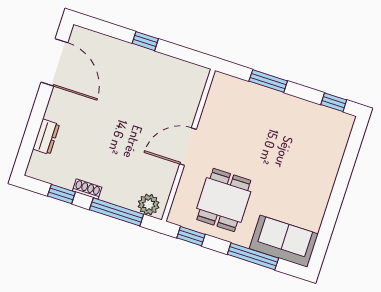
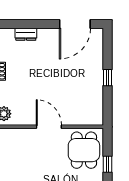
window: (268, 81) -> (107, 164), width x0.67
dining table: (224, 200) -> (84, 150), moved, turned 90

